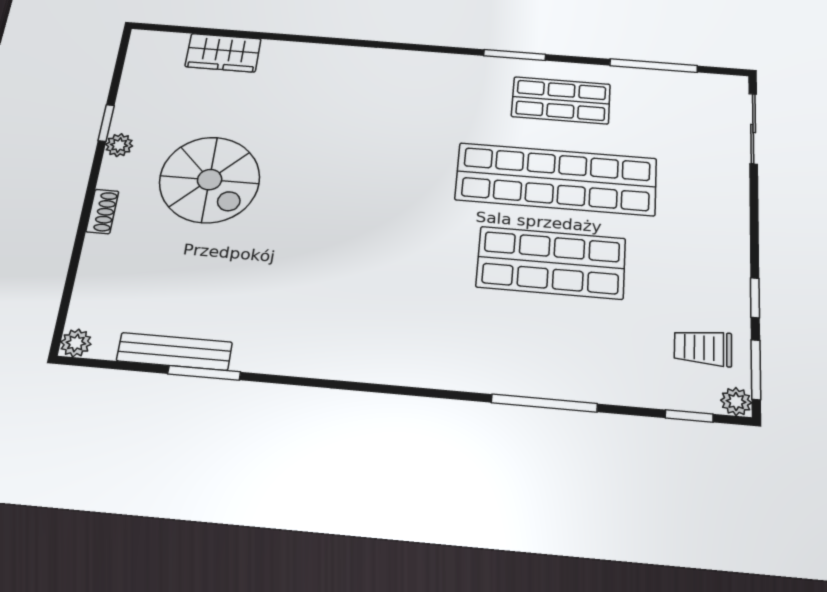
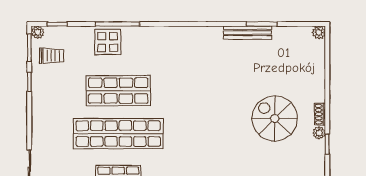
shoe rack: (102, 211) -> (320, 114), moved
bench: (174, 351) -> (247, 33), moved
display table: (570, 366) -> (108, 42), added

